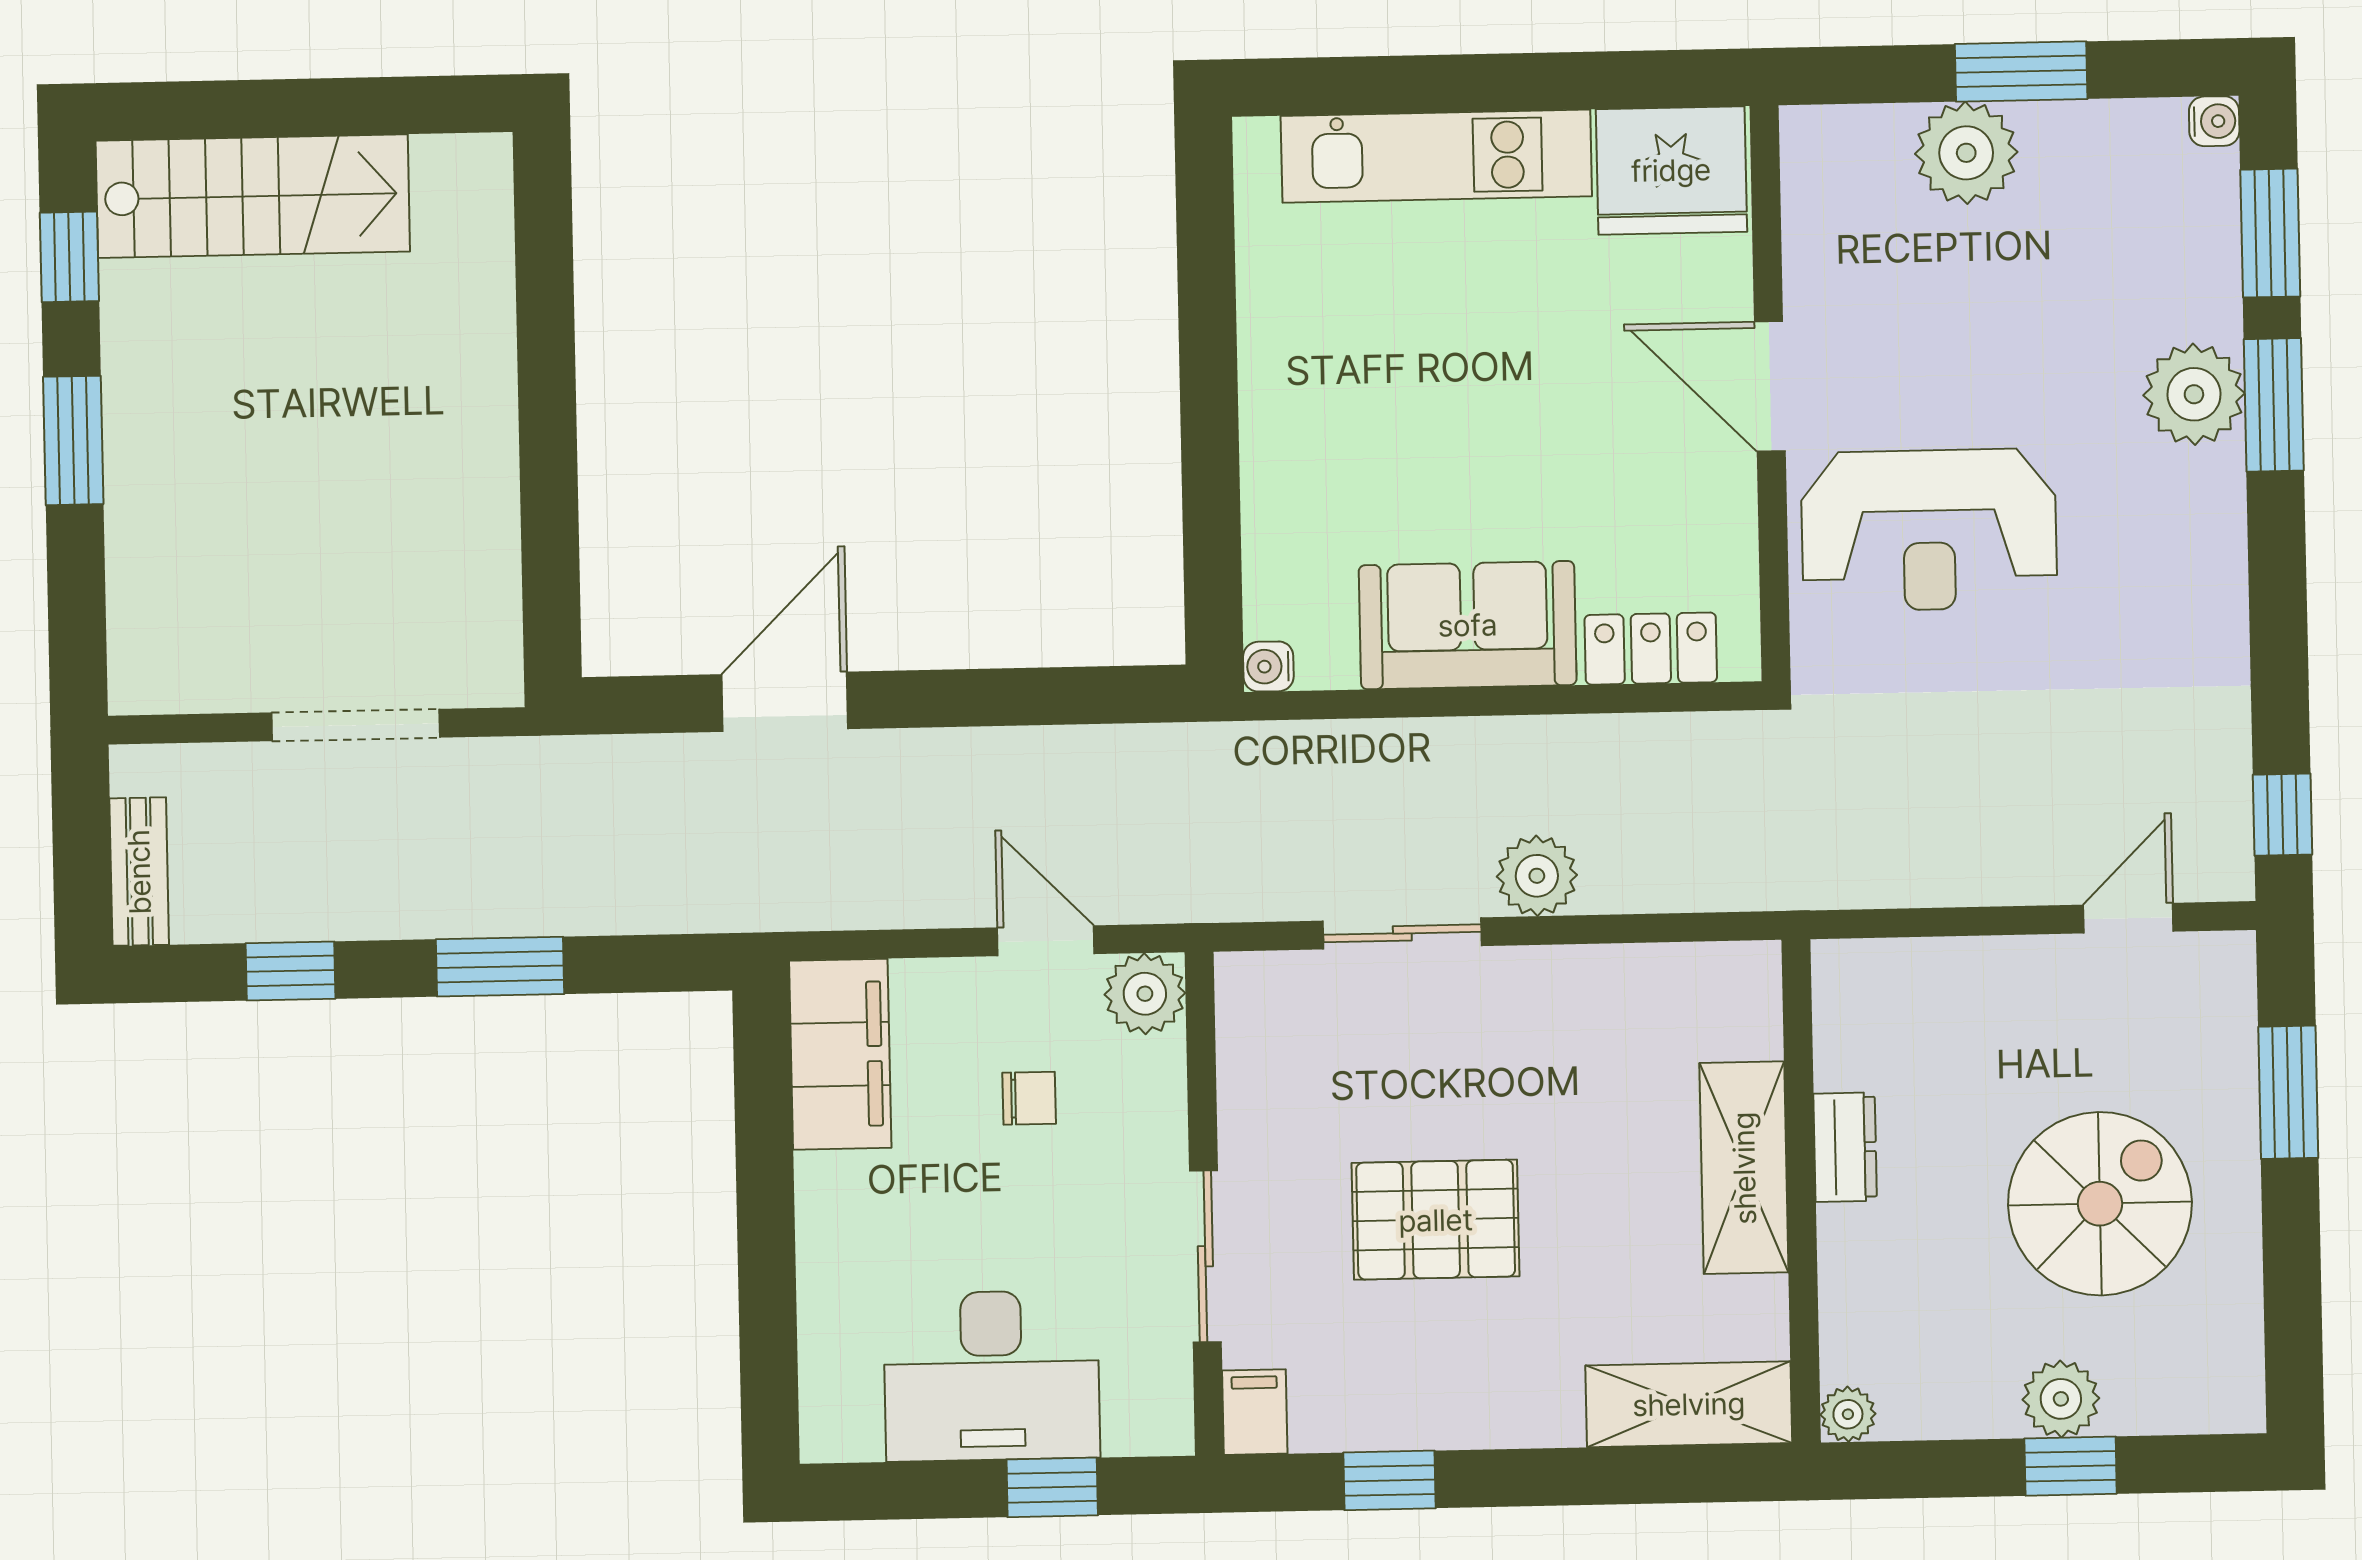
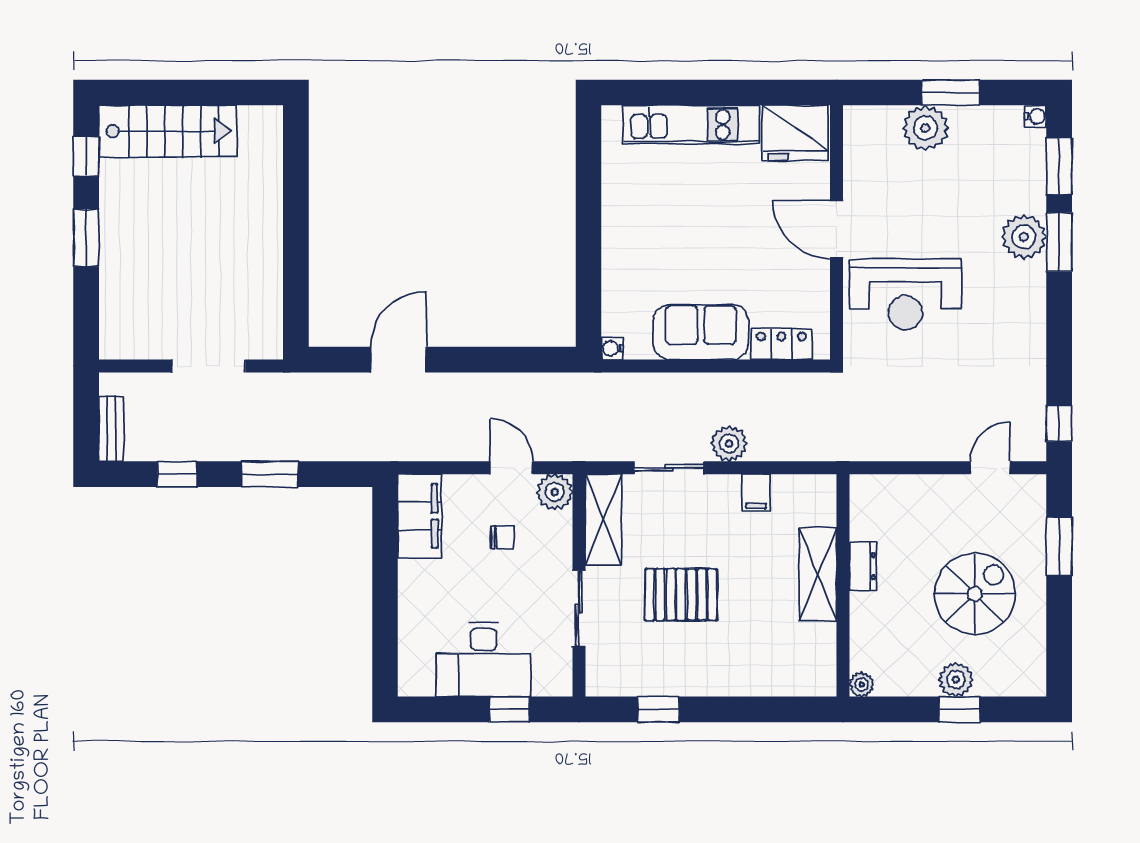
shelving: (1689, 1404) -> (603, 519), moved, turned 90
filing cabinet: (1255, 1412) -> (756, 493), moved, turned 180

